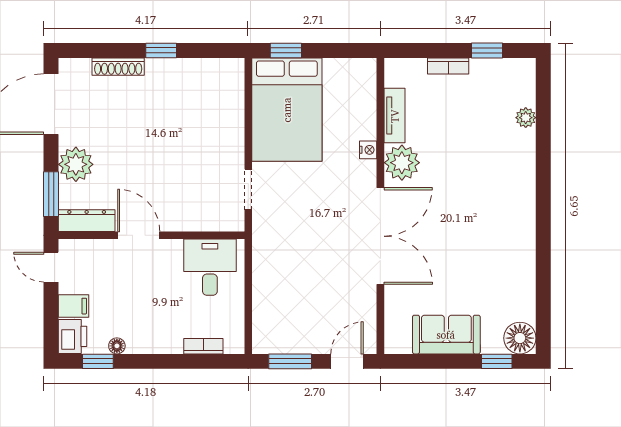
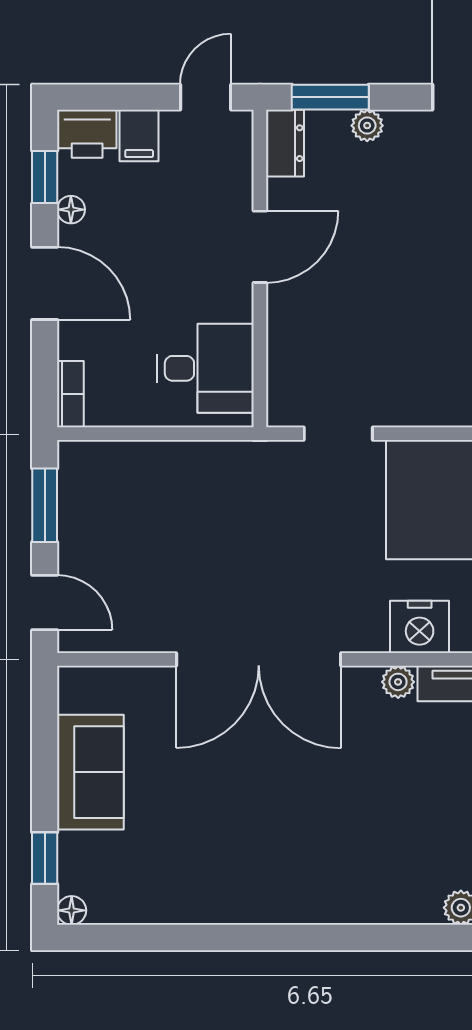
nightstand: (368, 150) -> (420, 627), width x1.89, depth x1.79
plant: (402, 163) -> (398, 682), width x0.53, depth x0.53
plant: (76, 164) -> (367, 126), width x0.53, depth x0.53
dresser: (87, 221) -> (285, 143), width x0.70
floor lamp: (520, 338) -> (72, 910), width x0.53, depth x0.53
bookcase: (203, 346) -> (70, 394), moved
door: (160, 361) -> (45, 283), added

